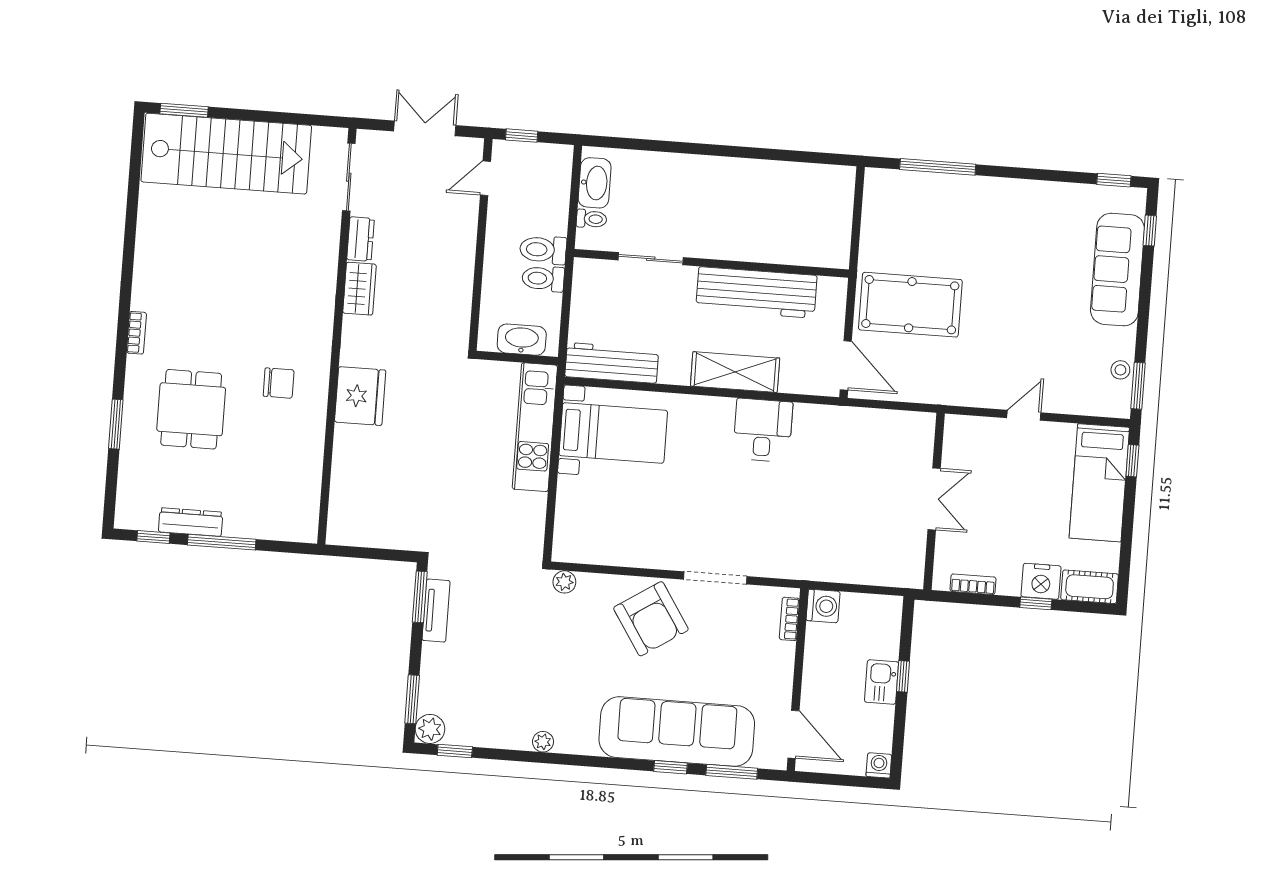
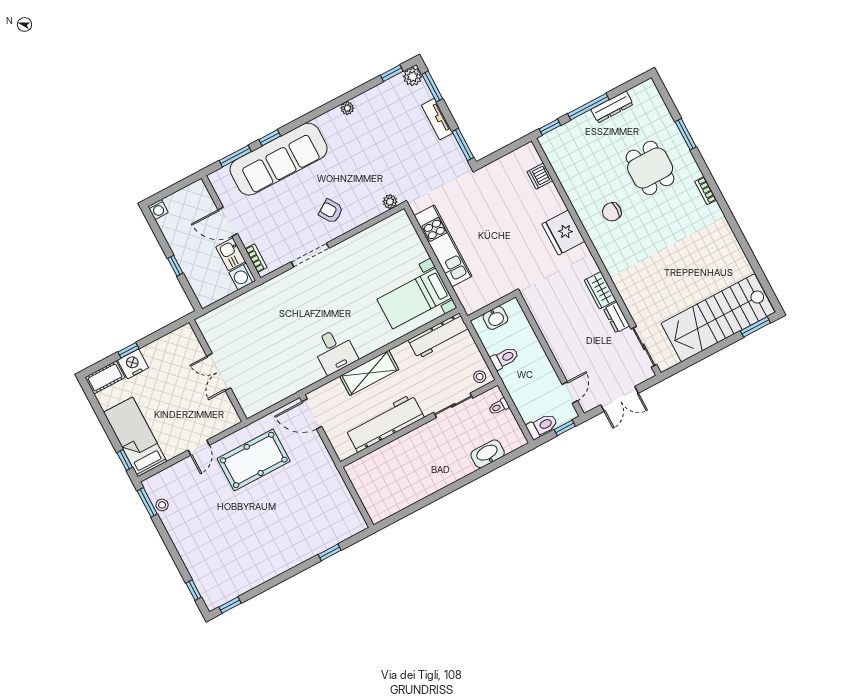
window: (938, 167) -> (330, 552), width x0.46
washbasin: (595, 183) -> (488, 454), moved, turned 90
toilet: (543, 250) -> (542, 426), moved
sofa: (1118, 270) -> (198, 558), removed
stool: (592, 275) -> (480, 377), added
pool table: (910, 305) -> (254, 460), moved
washbasin: (522, 340) -> (495, 318), width x0.72
kitchen unit: (535, 427) -> (443, 246), moved
dishwasher: (344, 491) -> (540, 176), added
window: (153, 537) -> (550, 127), moved
bookcase: (973, 584) -> (169, 339), removed
tv unit: (436, 611) -> (437, 119), moved
armchair: (651, 619) -> (331, 211), width x0.53, depth x0.53
kitchen sink: (882, 682) -> (231, 254), moved, turned 180
door: (793, 734) -> (228, 222), moved

